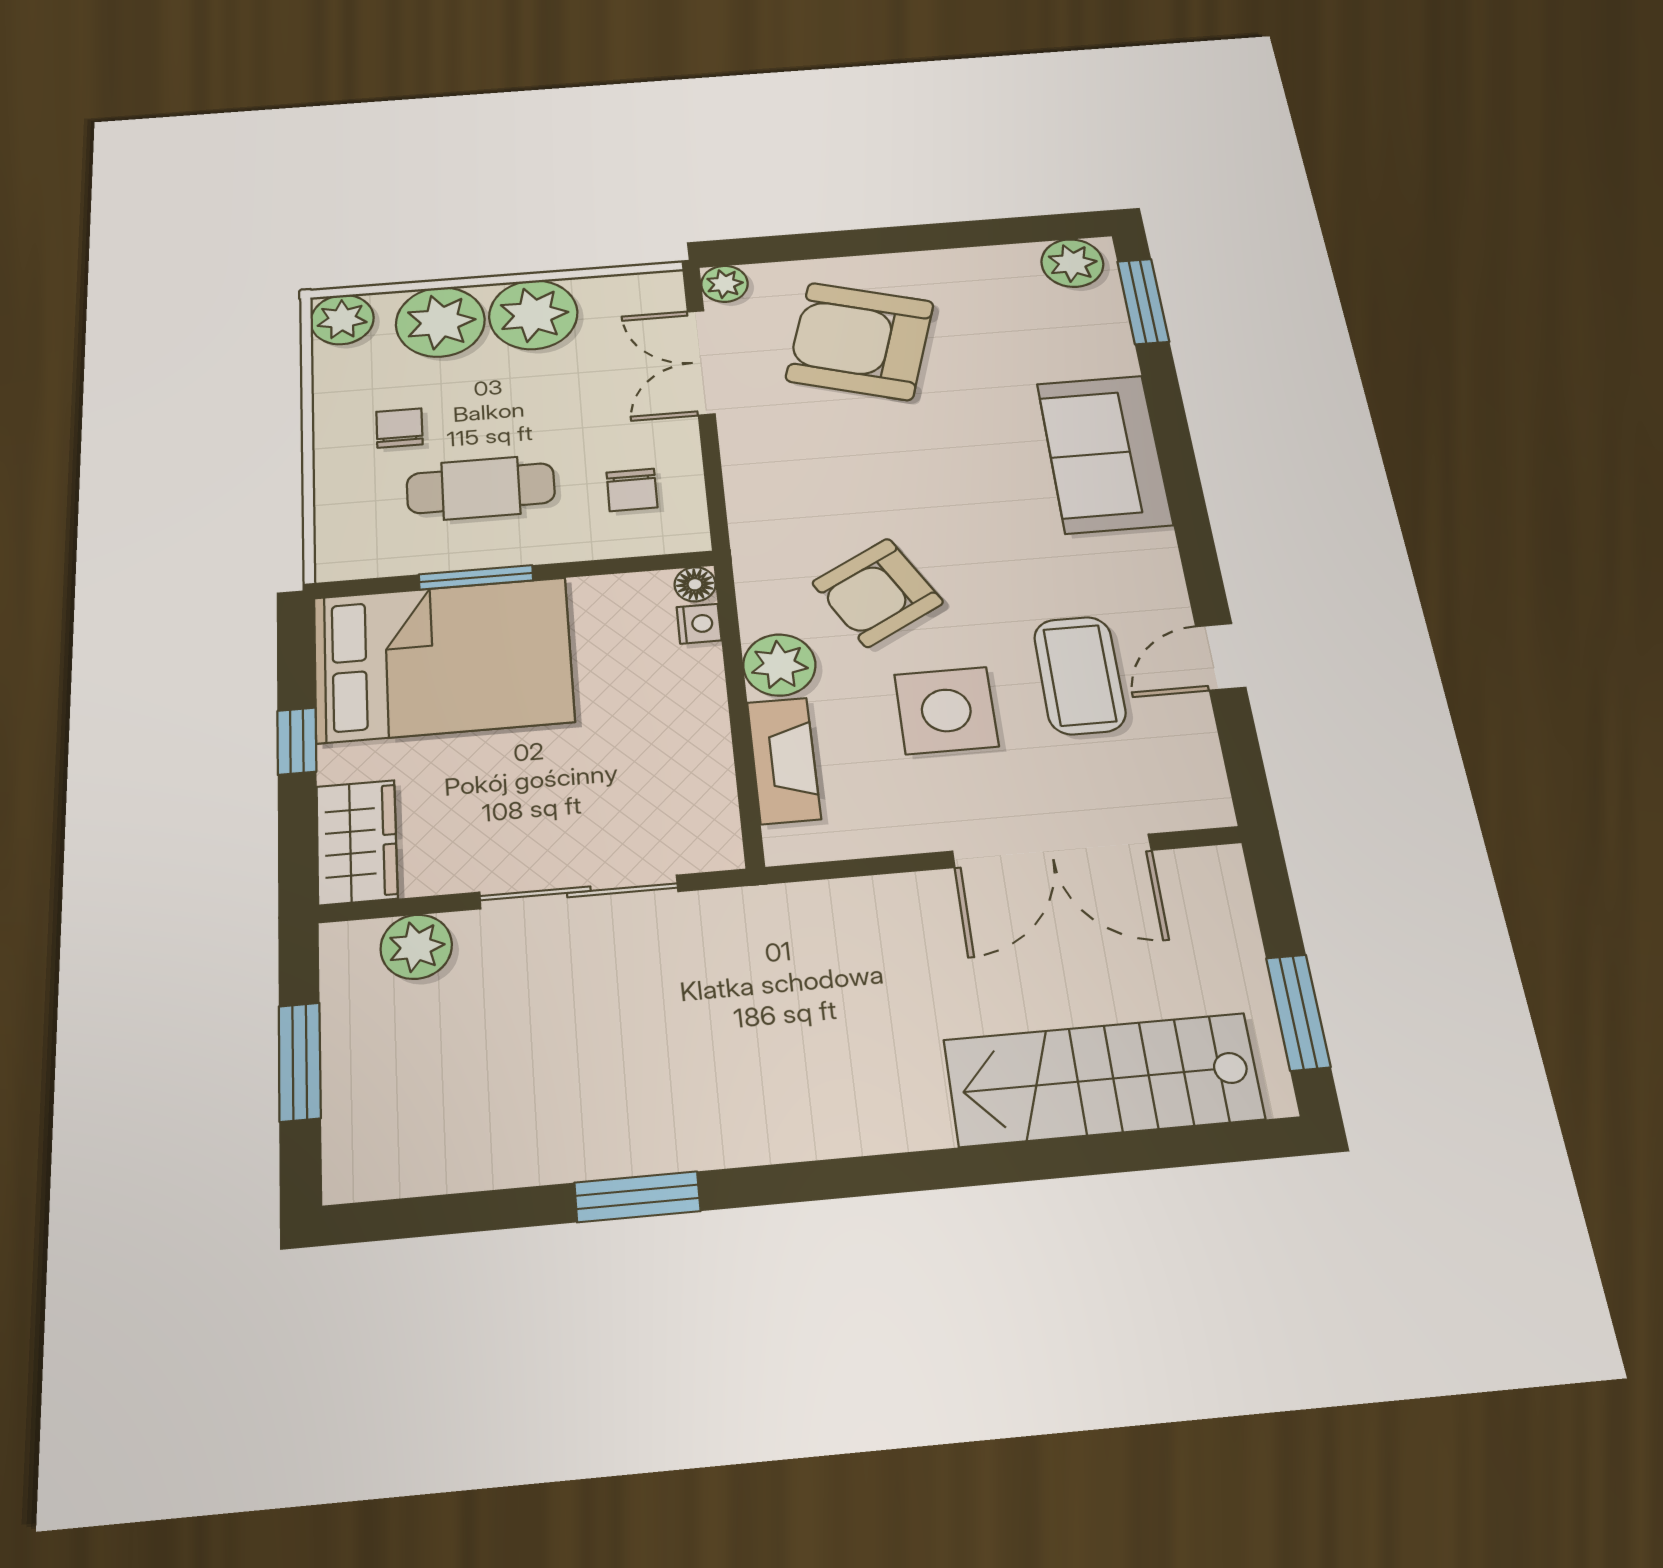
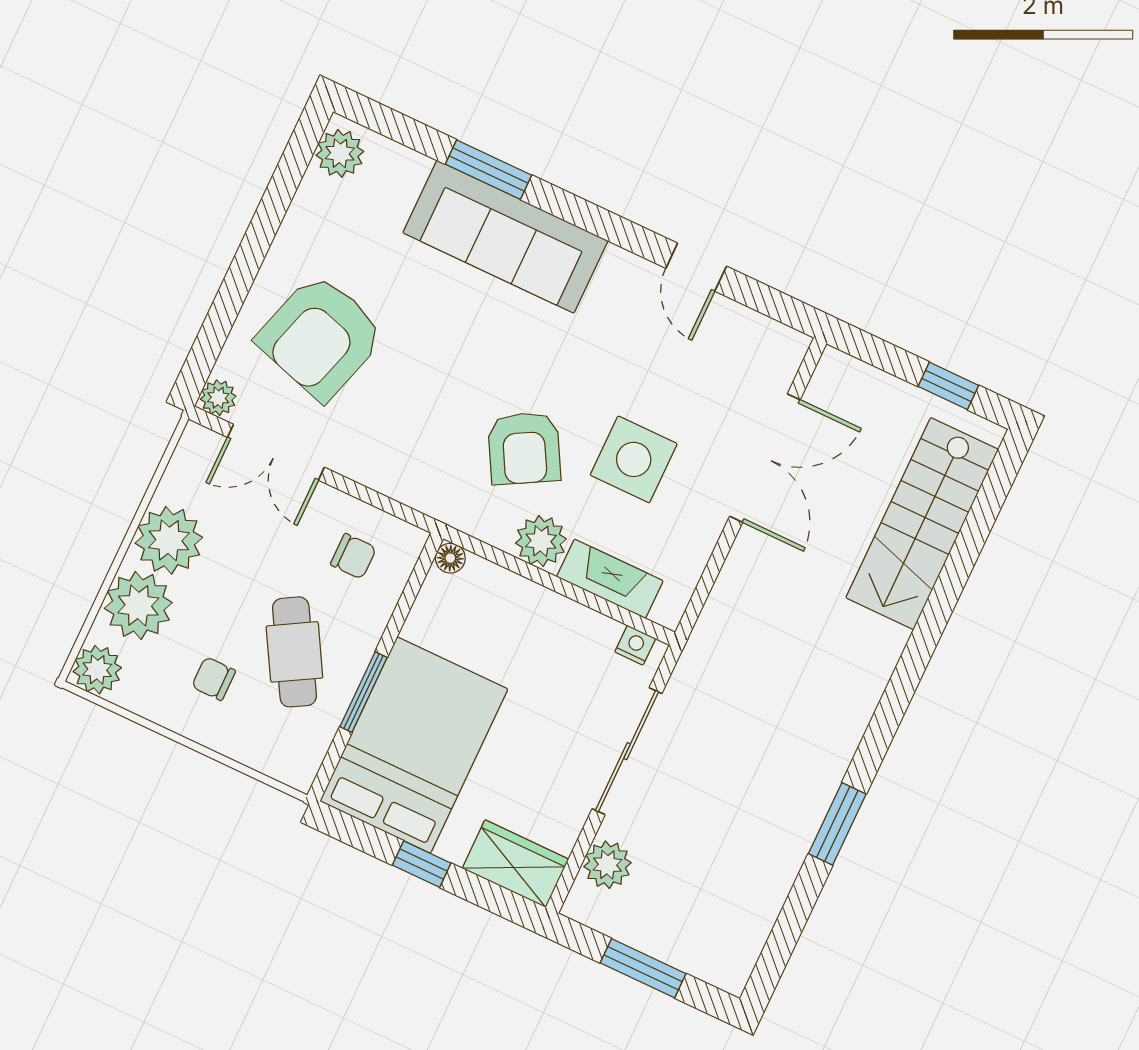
window: (1143, 301) -> (488, 170), moved
sofa: (1104, 454) -> (505, 237), width x1.36
cafe table: (481, 488) -> (294, 652), turned -30
nightstand: (699, 624) -> (635, 645), moved
coffee table: (1080, 675) -> (658, 362), removed
window: (1298, 1012) -> (948, 386), width x0.67

